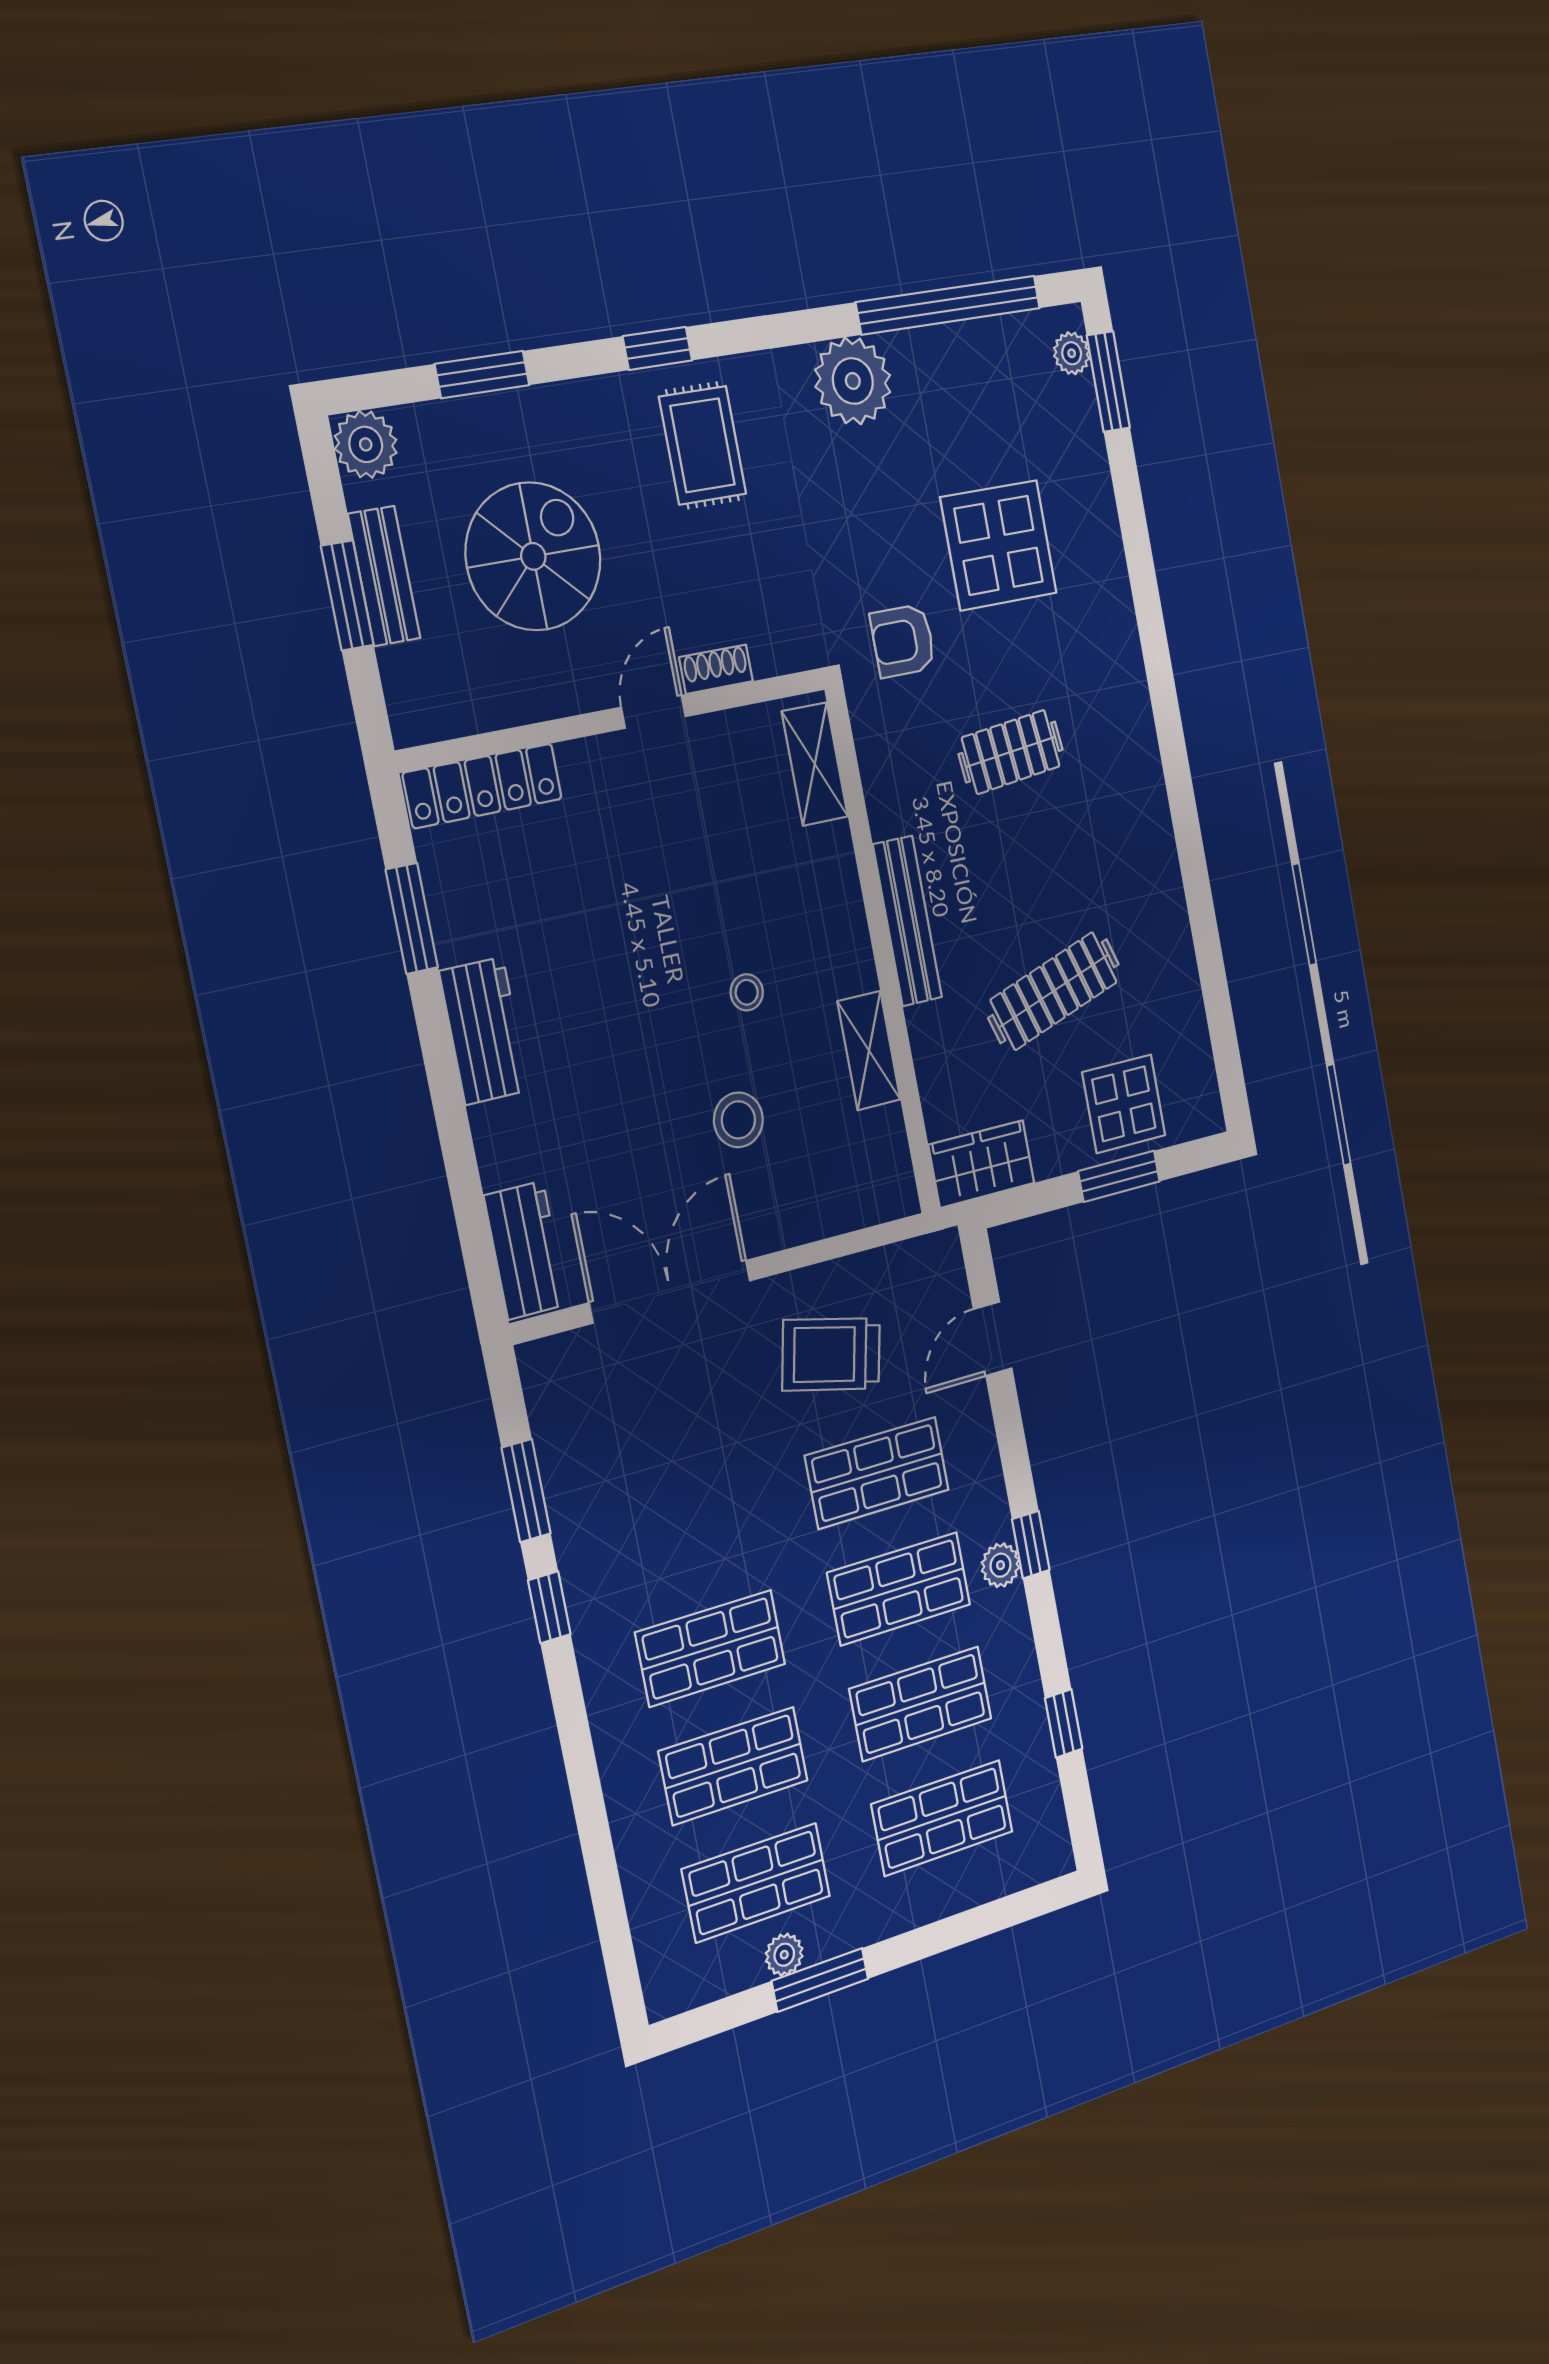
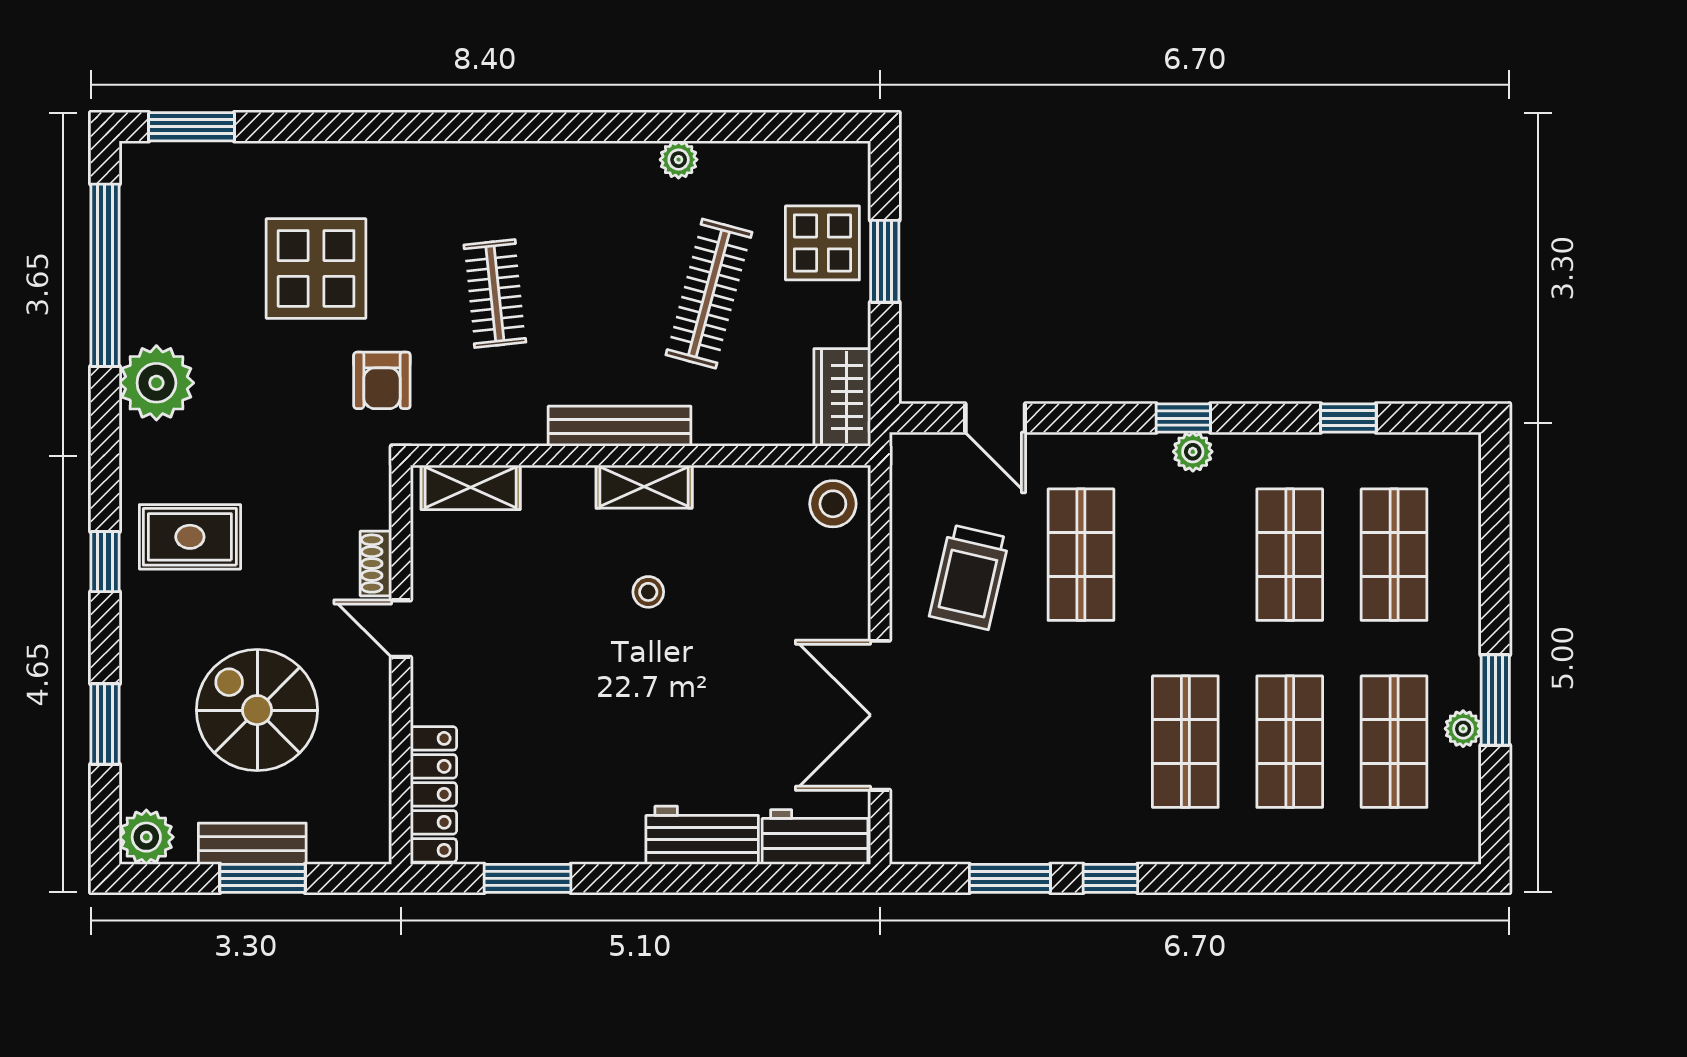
plant: (1072, 353) -> (679, 160), moved
clothes rail: (1054, 991) -> (709, 294), turned 33
workbench: (484, 1031) -> (702, 835), moved
shelving: (869, 1051) -> (644, 487), moved
stool: (738, 1120) -> (833, 504), moved
shop shelf: (899, 1589) -> (1185, 555), removed

